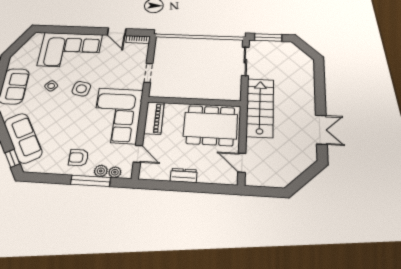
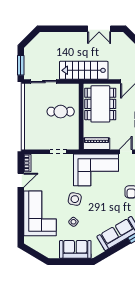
cafe table: (203, 78) -> (61, 112), added
double door: (321, 130) -> (99, 29), swing flipped

